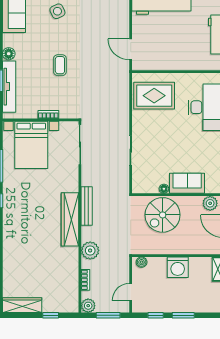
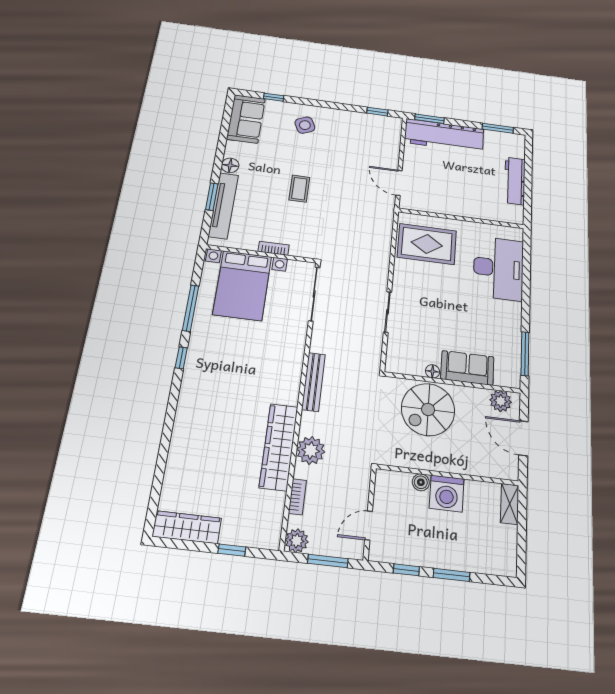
wardrobe: (70, 219) -> (279, 447), moved
boiler: (142, 262) -> (421, 482), moved

